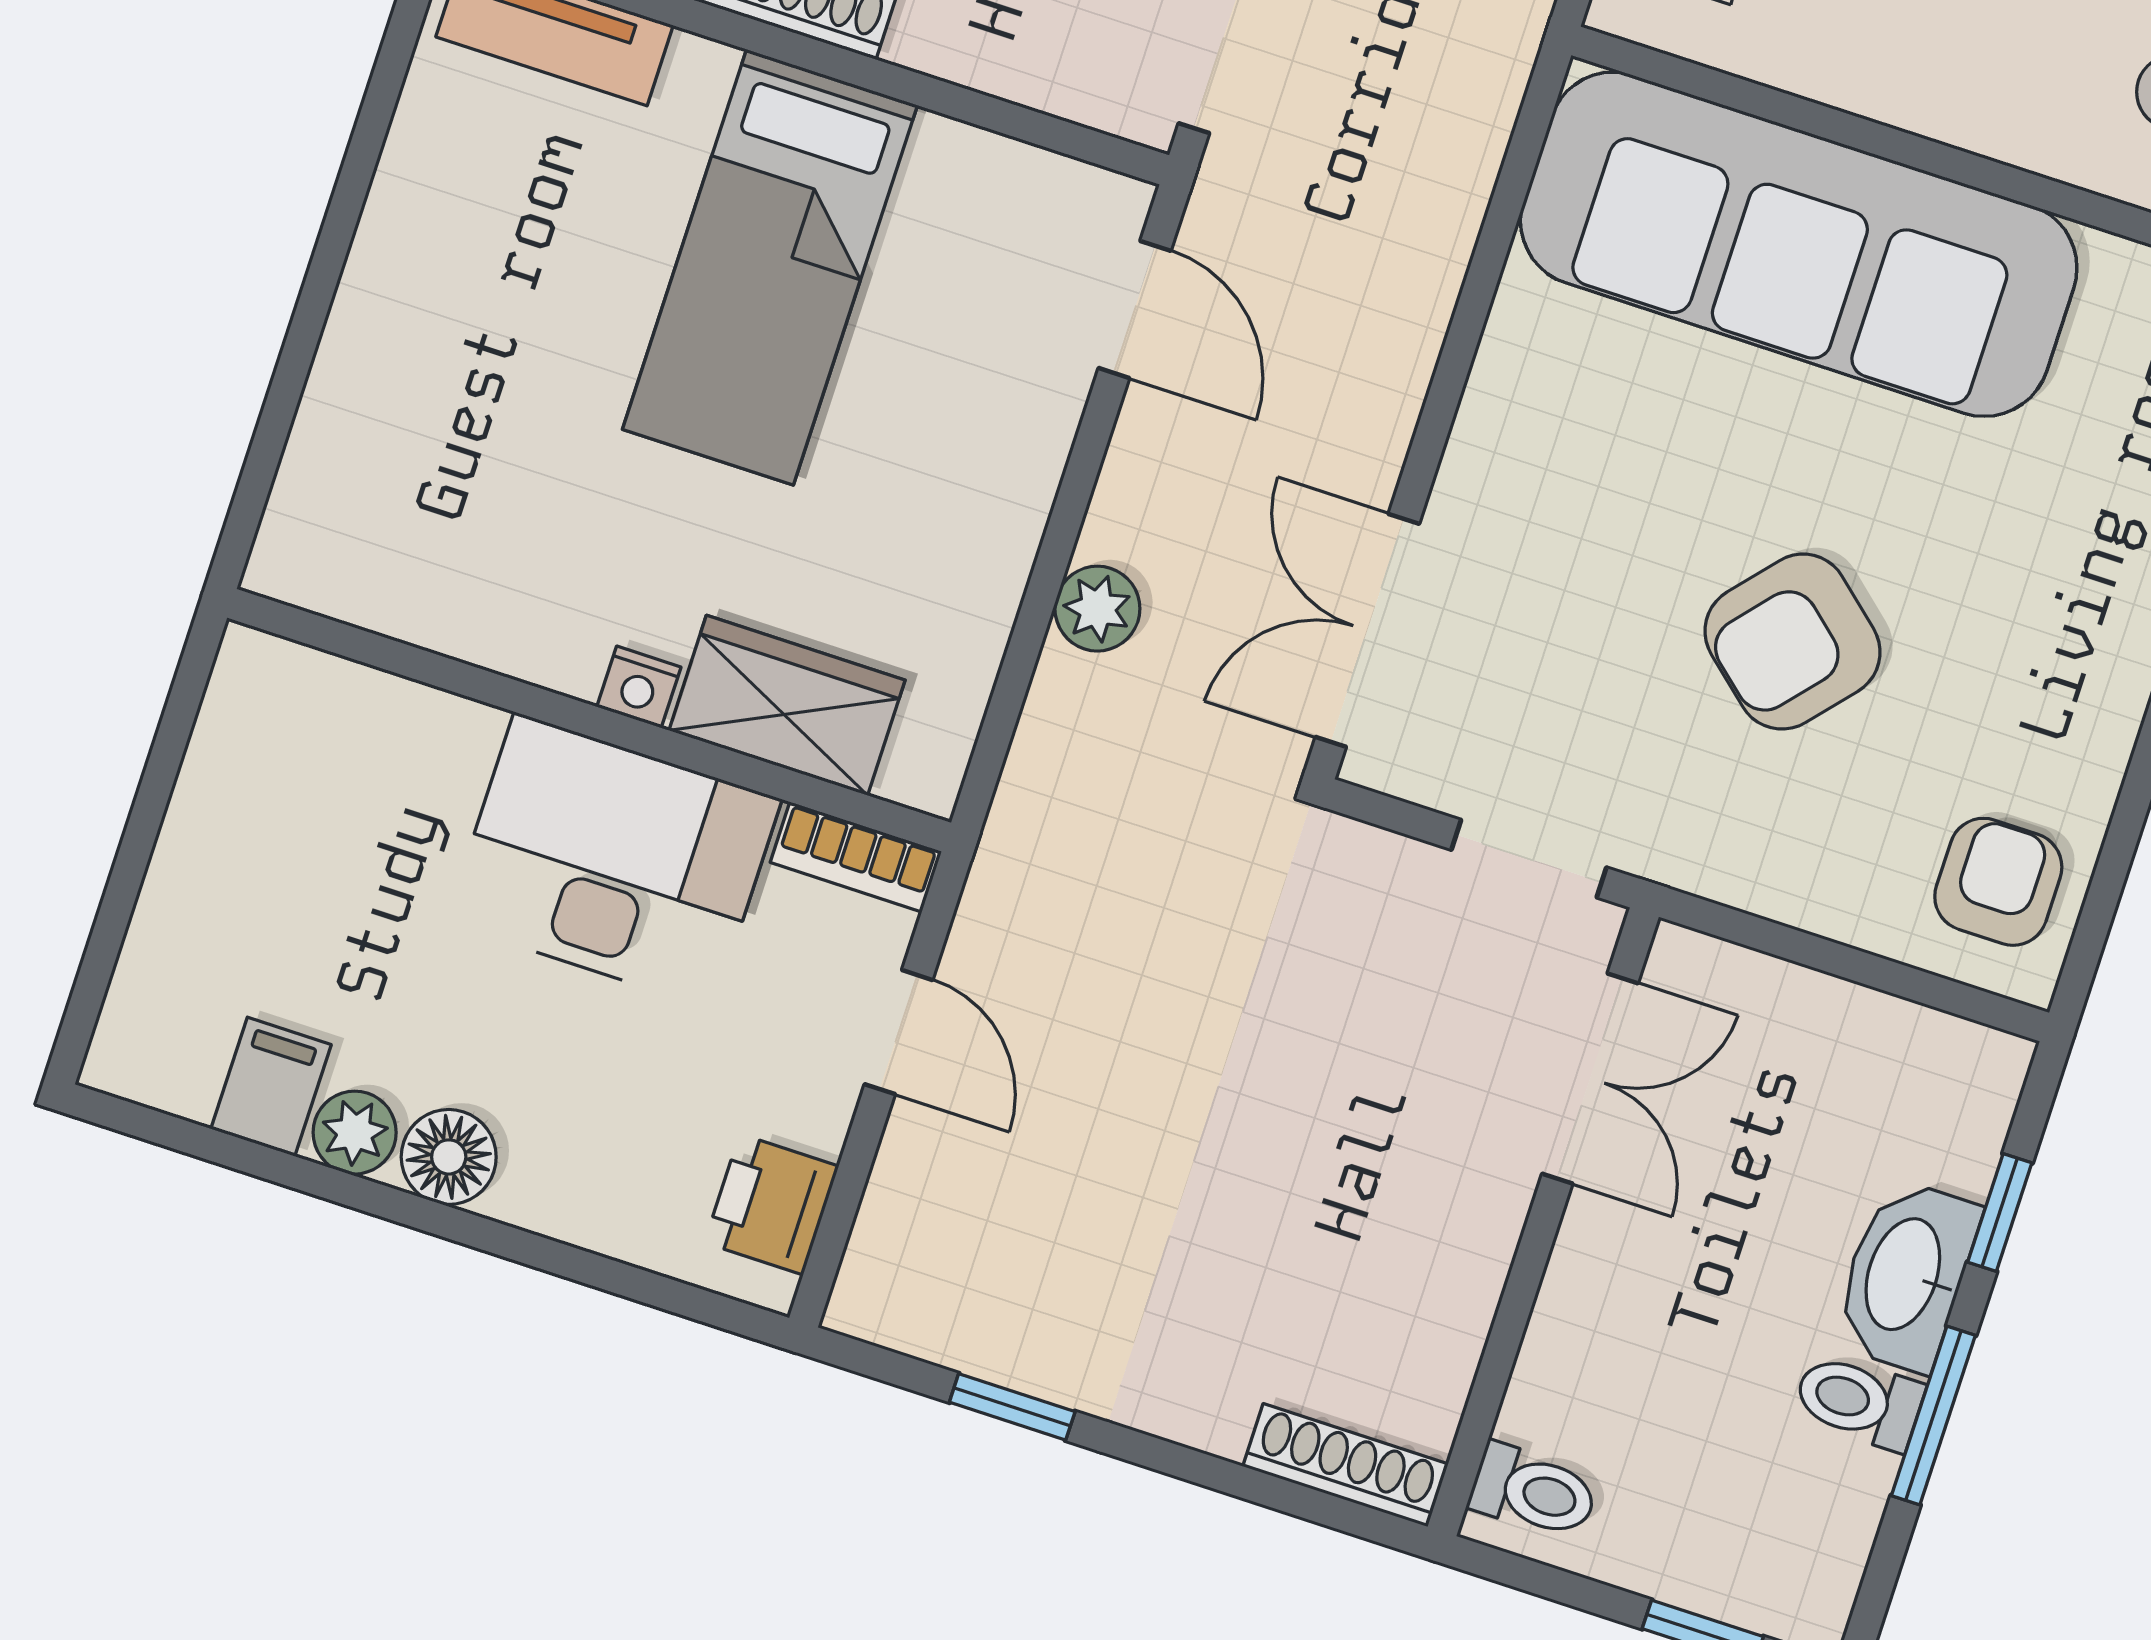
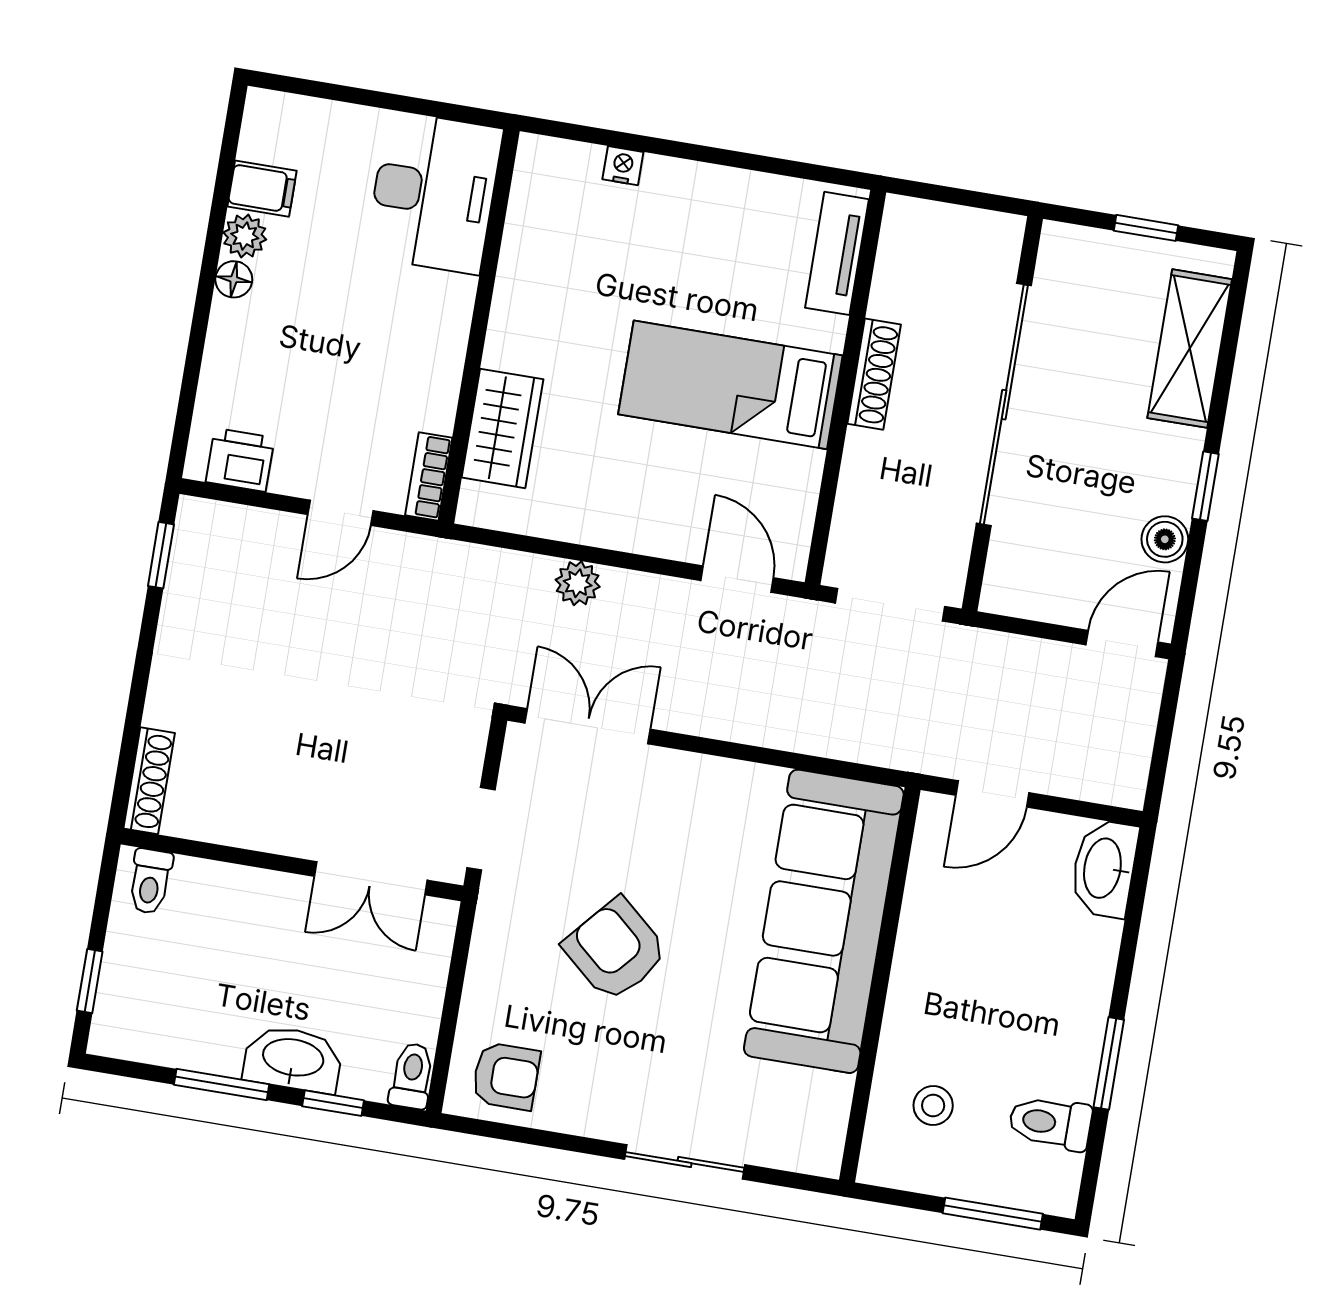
door: (1135, 309) -> (737, 579), swing flipped
nightstand: (639, 687) -> (623, 166), moved, turned 90
desk: (614, 861) -> (434, 193), moved
floor lamp: (449, 1157) -> (234, 279), width x0.73, depth x0.73
toilet: (1859, 1401) -> (412, 1076), moved
window: (1012, 1407) -> (161, 555), moved

